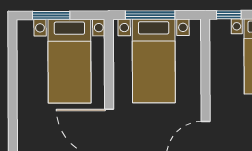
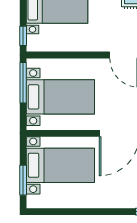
window: (150, 15) -> (23, 83), moved

